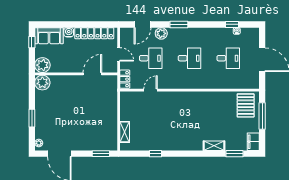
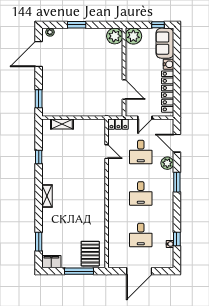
pallet: (246, 105) -> (90, 254), turned 90
shelving: (214, 146) -> (47, 196), moved

